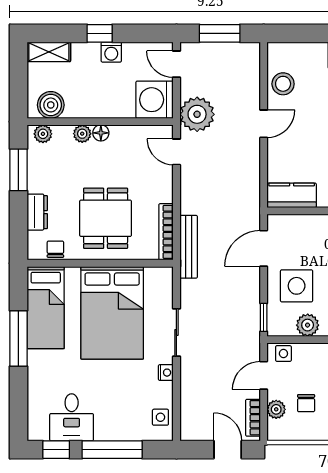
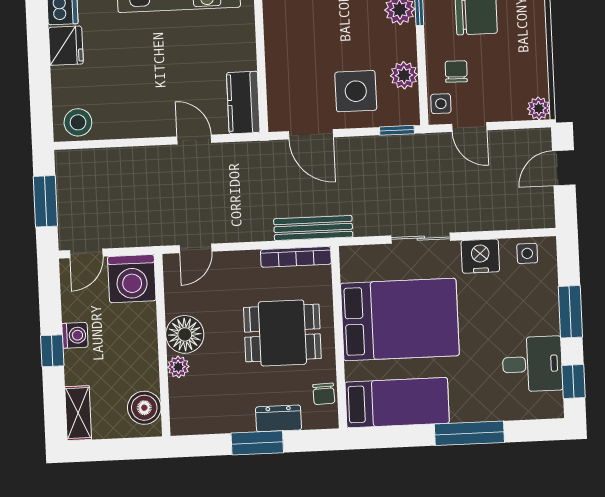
stool: (283, 84) -> (78, 122), moved
plant: (197, 114) -> (148, 225), removed
door: (264, 124) -> (194, 140), moved
floor lamp: (101, 133) -> (185, 334), width x1.89, depth x1.89
plant: (43, 134) -> (181, 416), removed
window: (18, 170) -> (257, 443), moved
chair: (55, 249) -> (324, 394), turned -92
window: (18, 339) -> (469, 433), moved
nightstand: (166, 373) -> (480, 256), width x1.89, depth x1.79
chair: (306, 403) -> (456, 71), moved, turned -89
plant: (276, 409) -> (539, 108), moved
bookcase: (253, 418) -> (523, 138), removed
window: (112, 450) -> (570, 312), width x0.69

